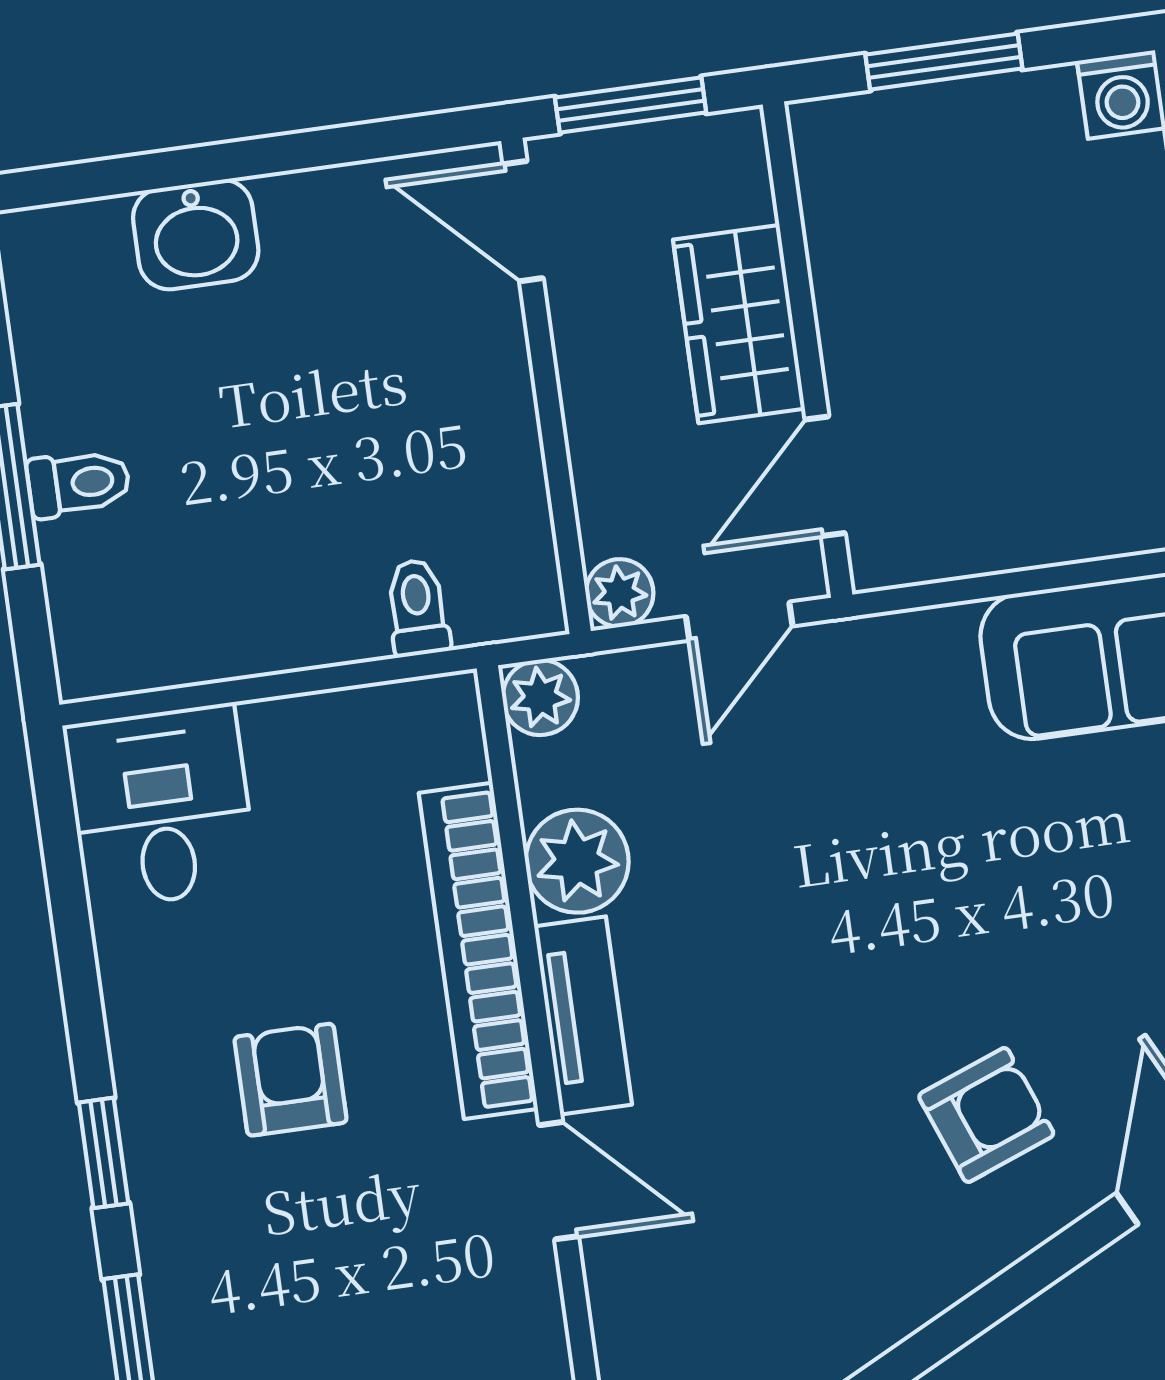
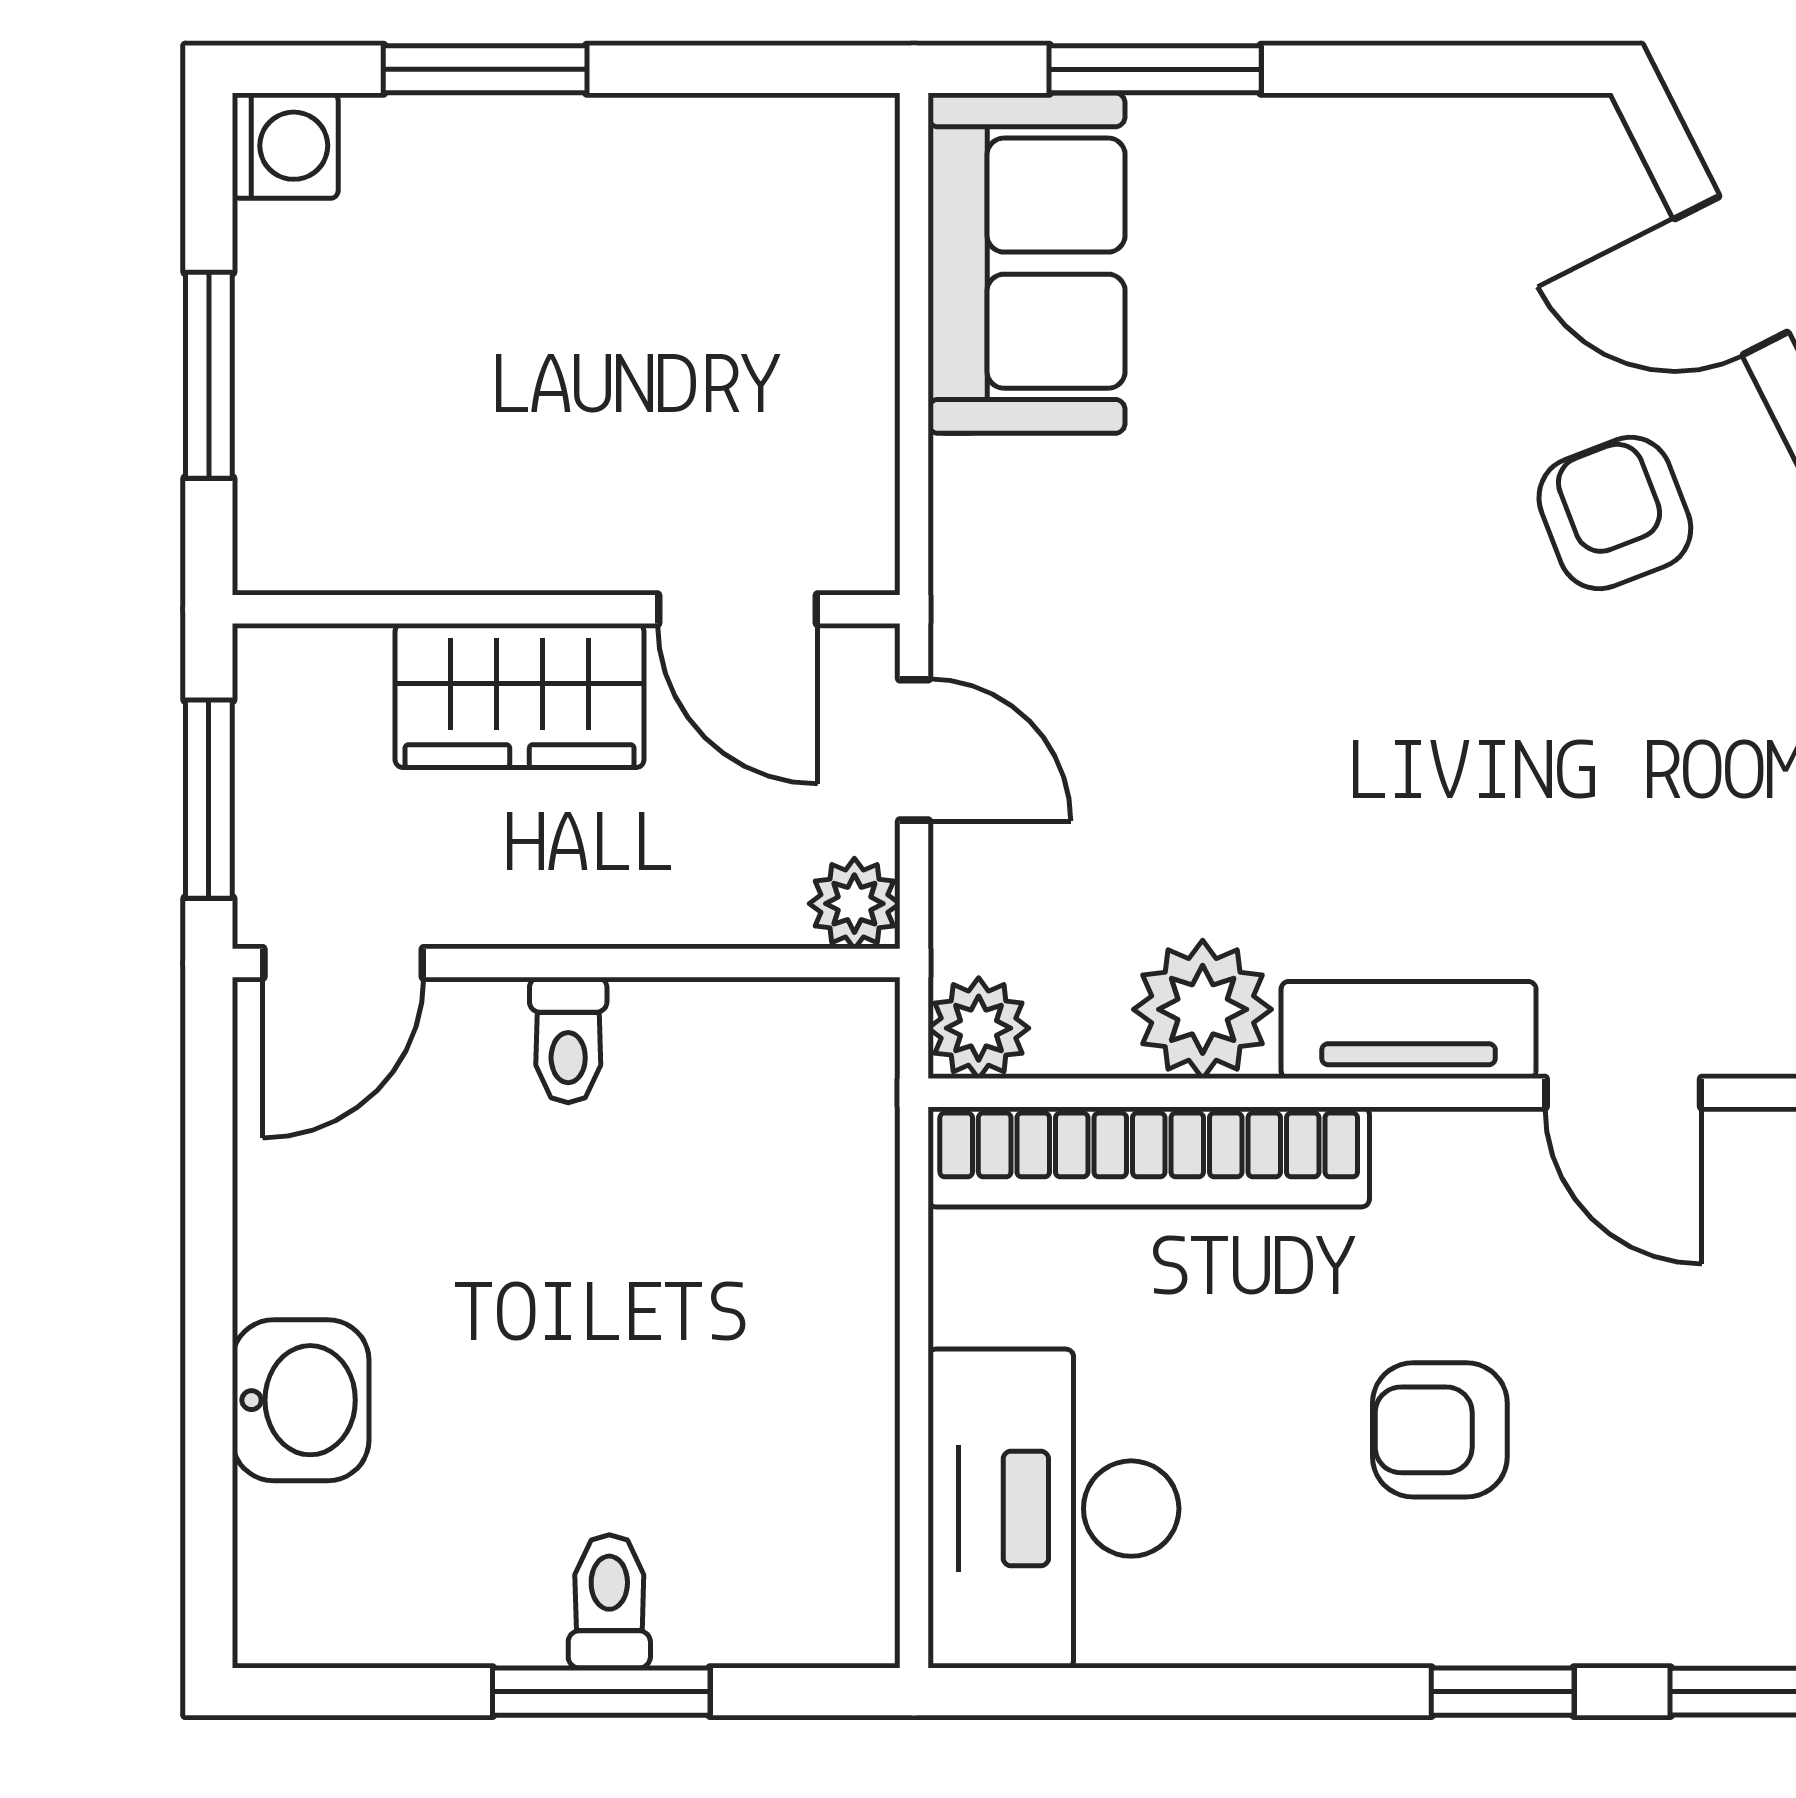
toilet: (417, 608) -> (568, 1040), moved, turned -90
desk: (161, 807) -> (1053, 1509), width x1.37
bookcase: (478, 951) -> (1149, 1157), moved
door: (559, 1181) -> (1623, 1093), swing flipped

